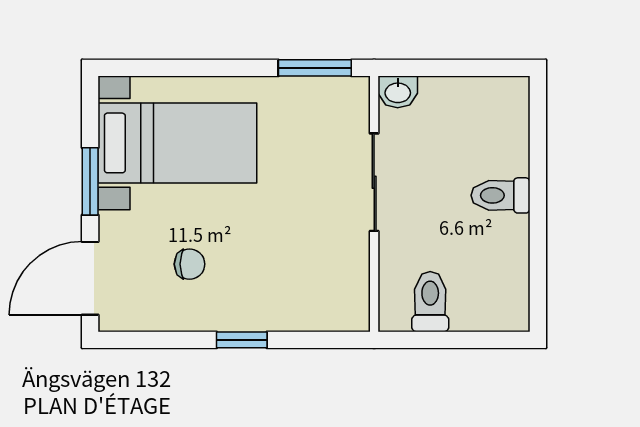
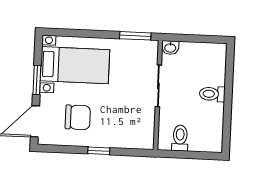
chair: (190, 264) -> (78, 117), width x1.87, depth x1.87

